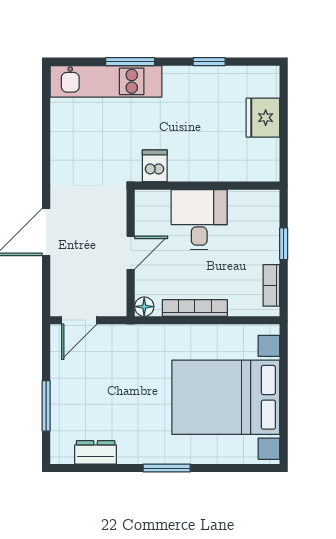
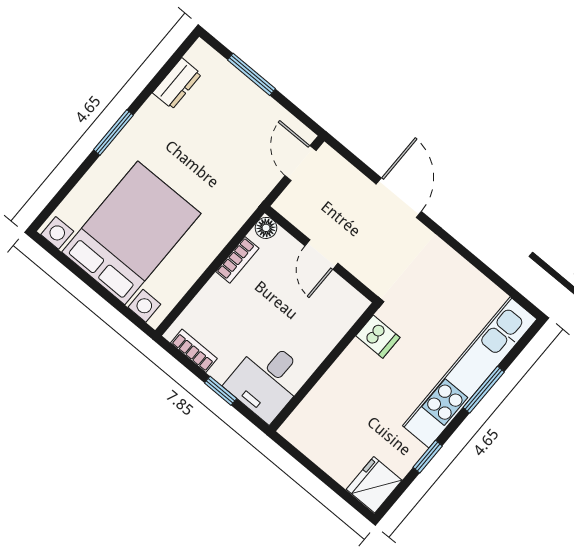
kitchen unit: (106, 81) -> (470, 372), width x1.36
fridge: (263, 118) -> (374, 485), moved, turned -90
desk: (199, 220) -> (267, 380), moved, turned 90
bookcase: (195, 308) -> (237, 260), width x0.64

